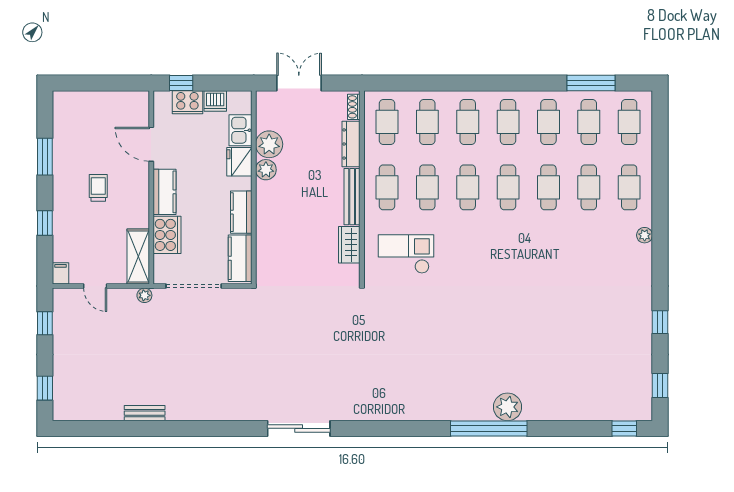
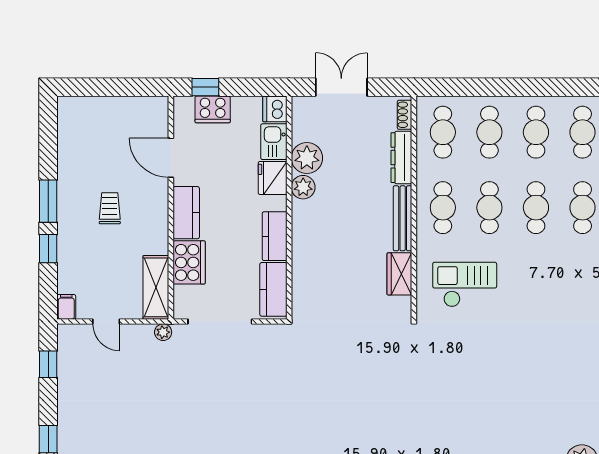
dishwasher: (215, 101) -> (275, 109), moved, turned 90
window: (45, 157) -> (48, 201), moved

